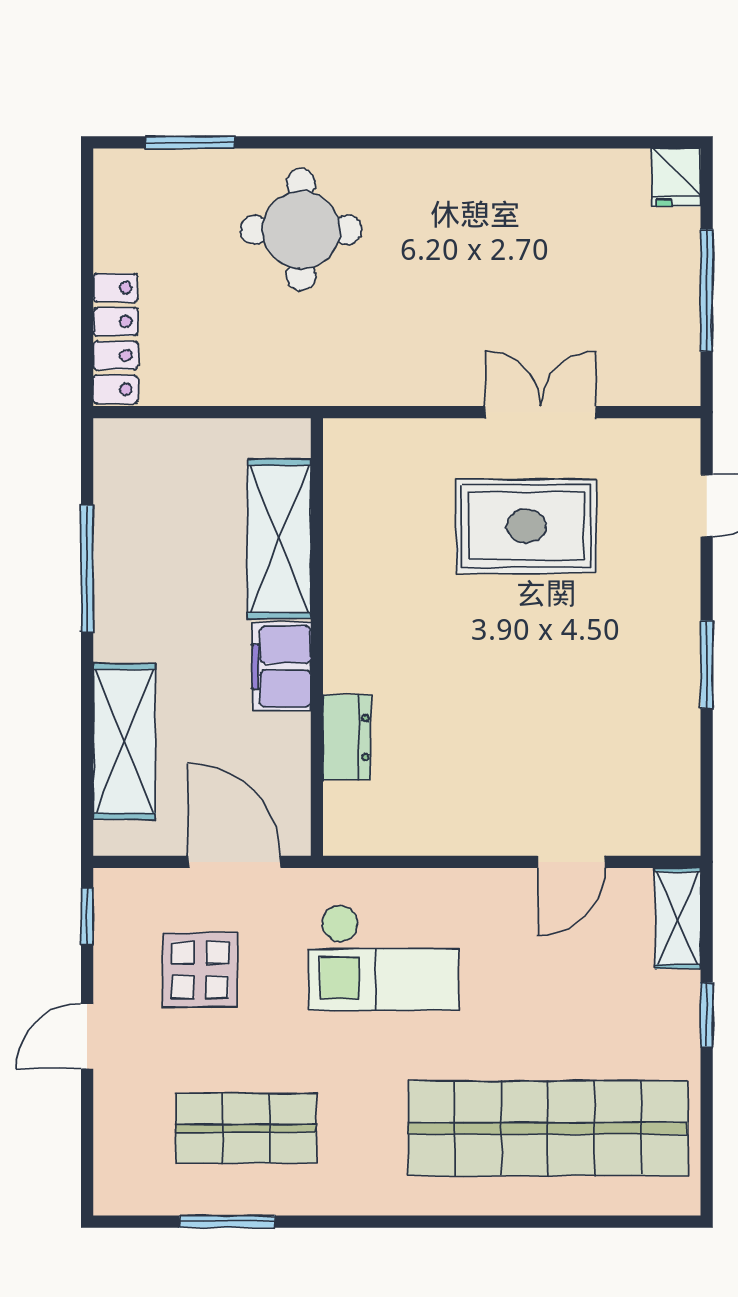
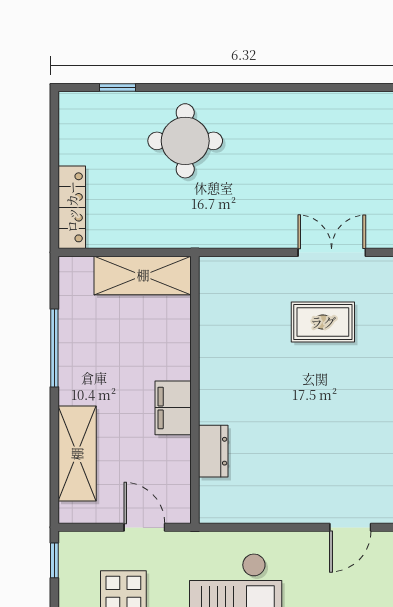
window: (190, 142) -> (117, 87), width x0.67
rug: (526, 526) -> (323, 322), width x0.73, depth x0.70
shelving: (279, 539) -> (143, 275), moved, turned 90
door: (234, 862) -> (144, 527), width x0.73

